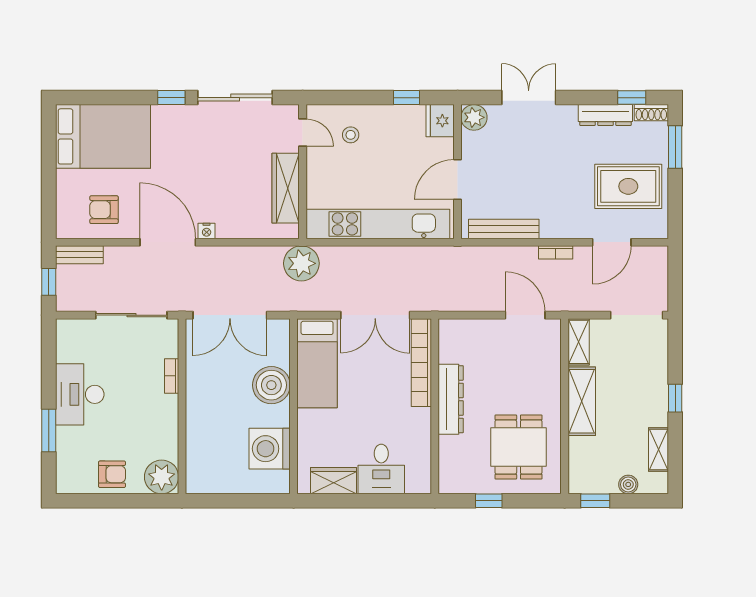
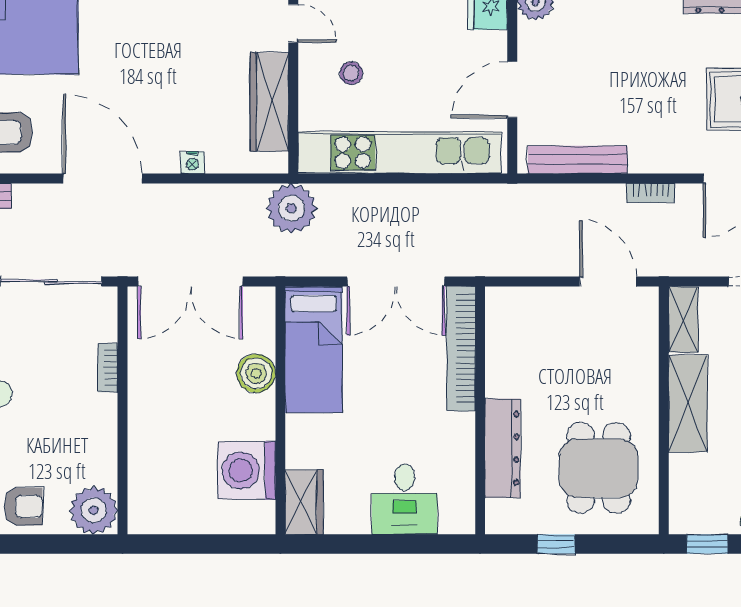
stool: (351, 135) -> (351, 73), moved
nightstand: (207, 231) -> (192, 162), moved
boiler: (271, 385) -> (256, 373), width x0.73, depth x0.73
dresser: (451, 399) -> (503, 448), moved
wardrobe: (334, 481) -> (304, 502), moved, turned 90

